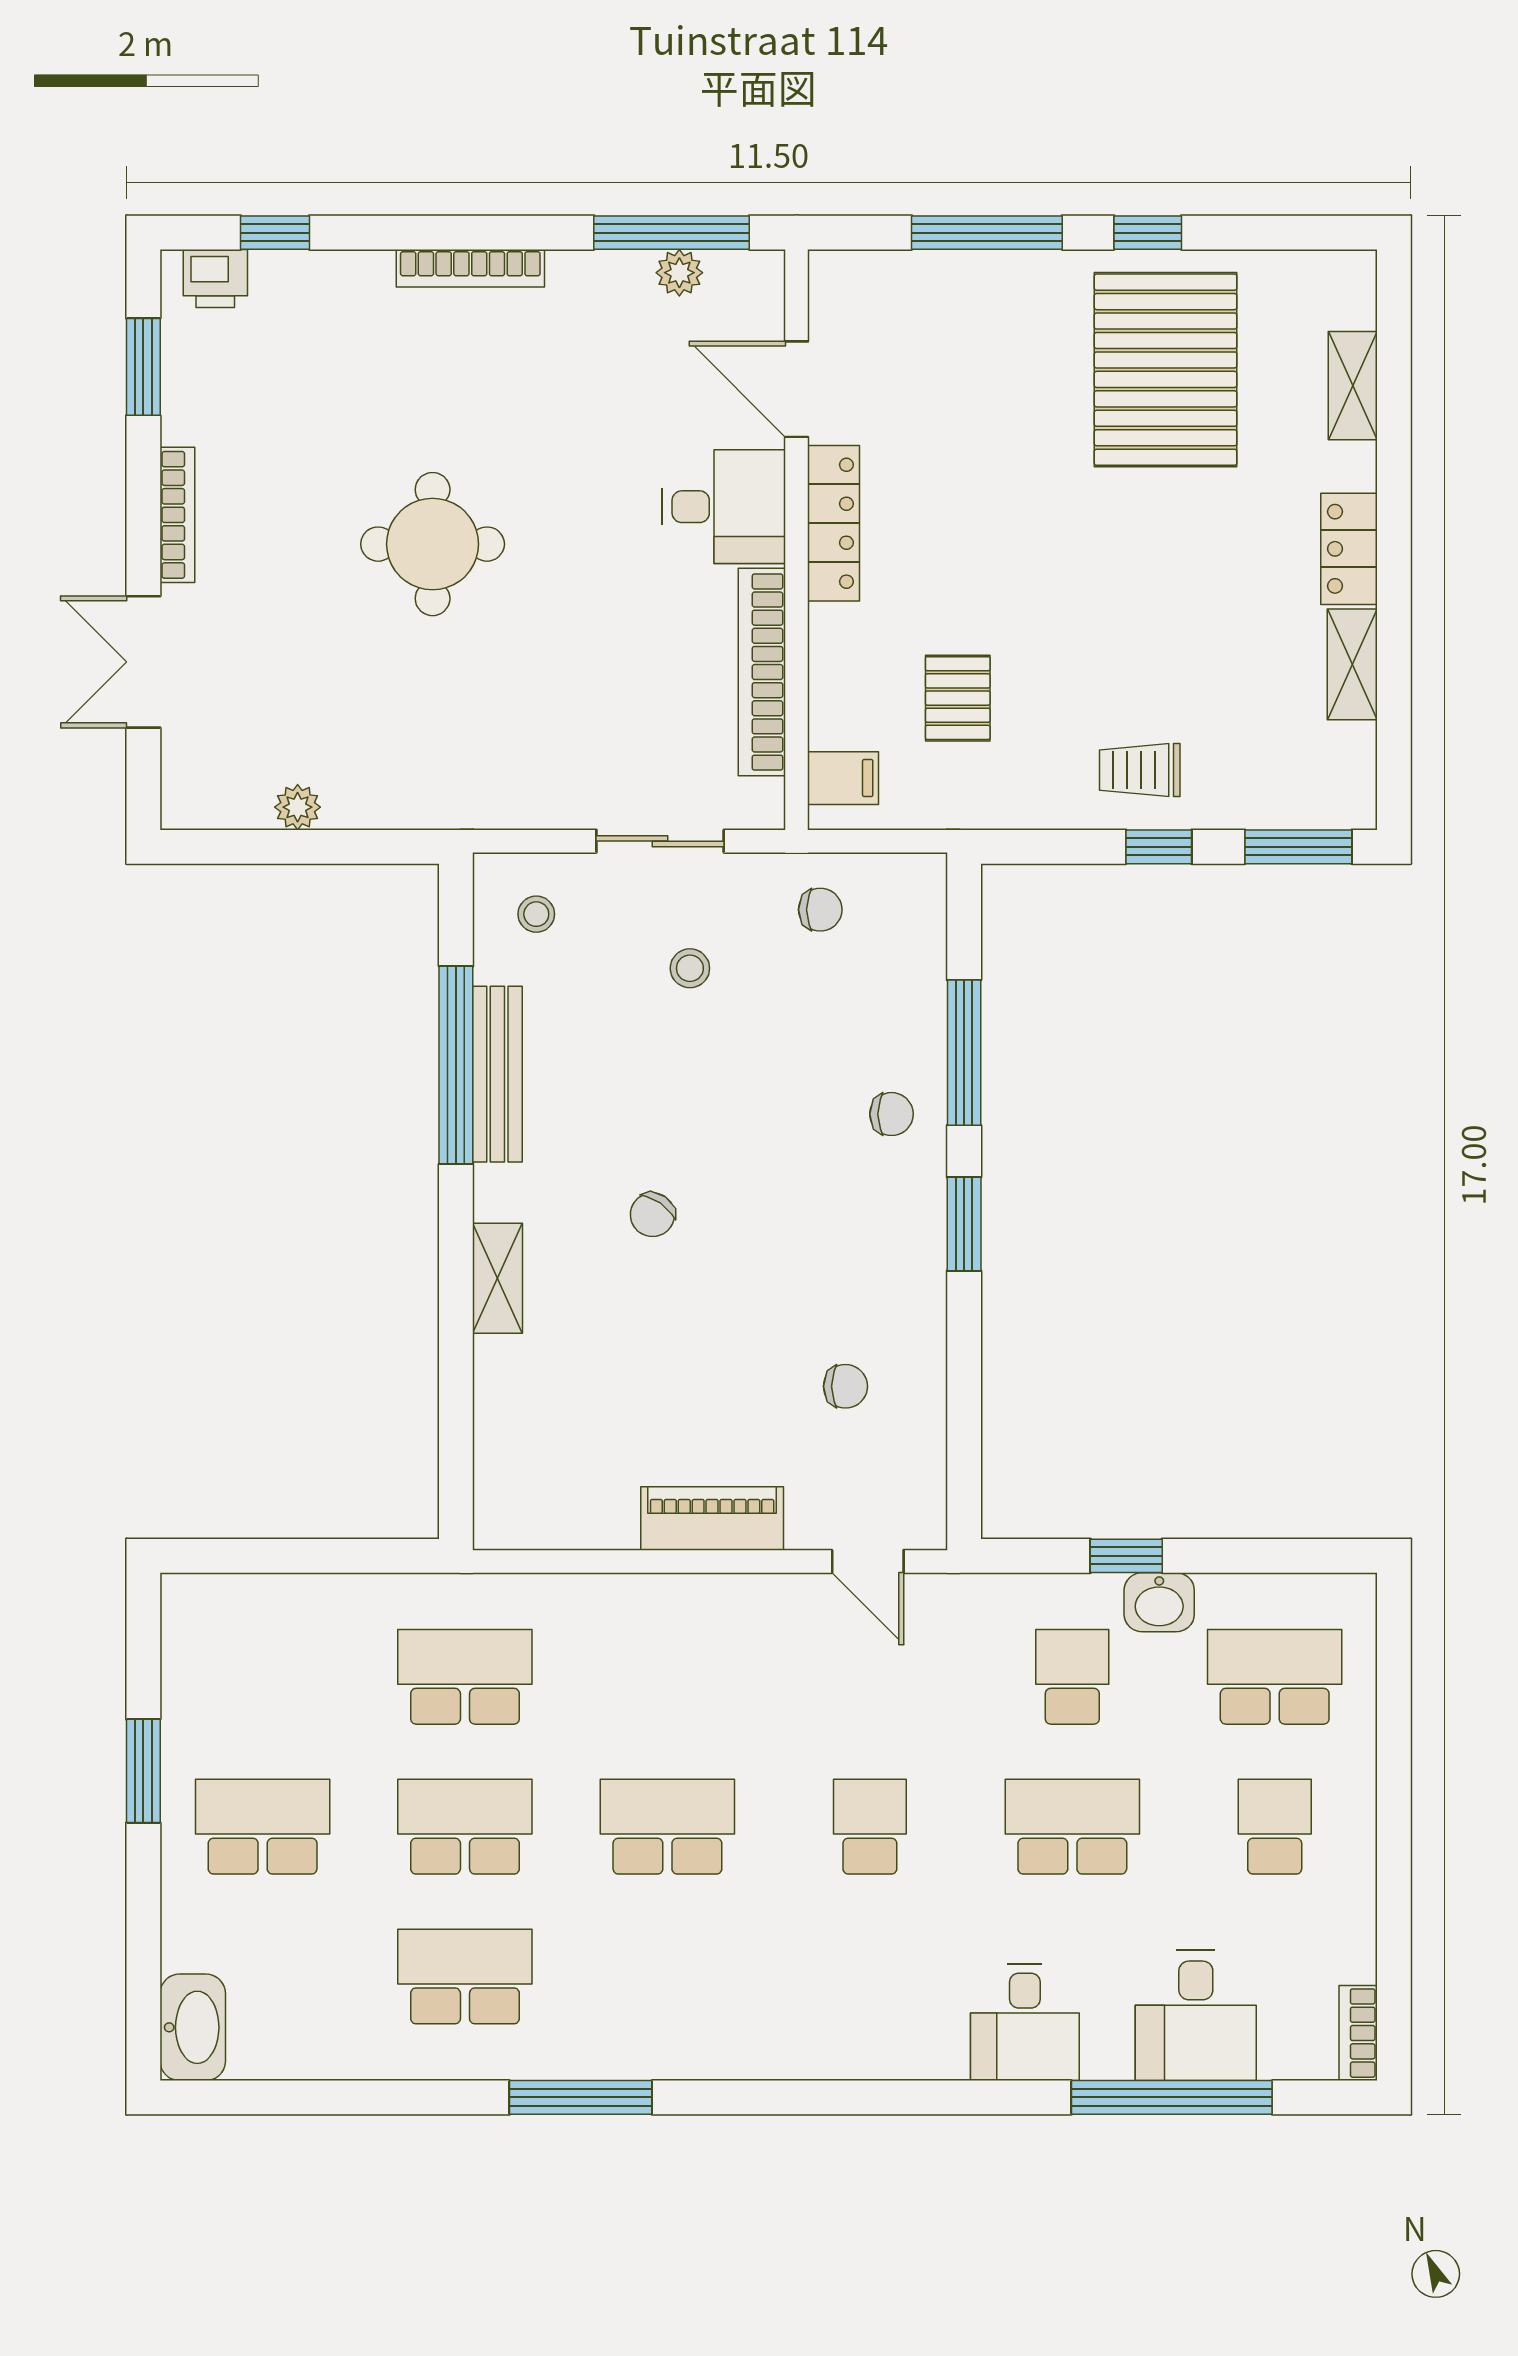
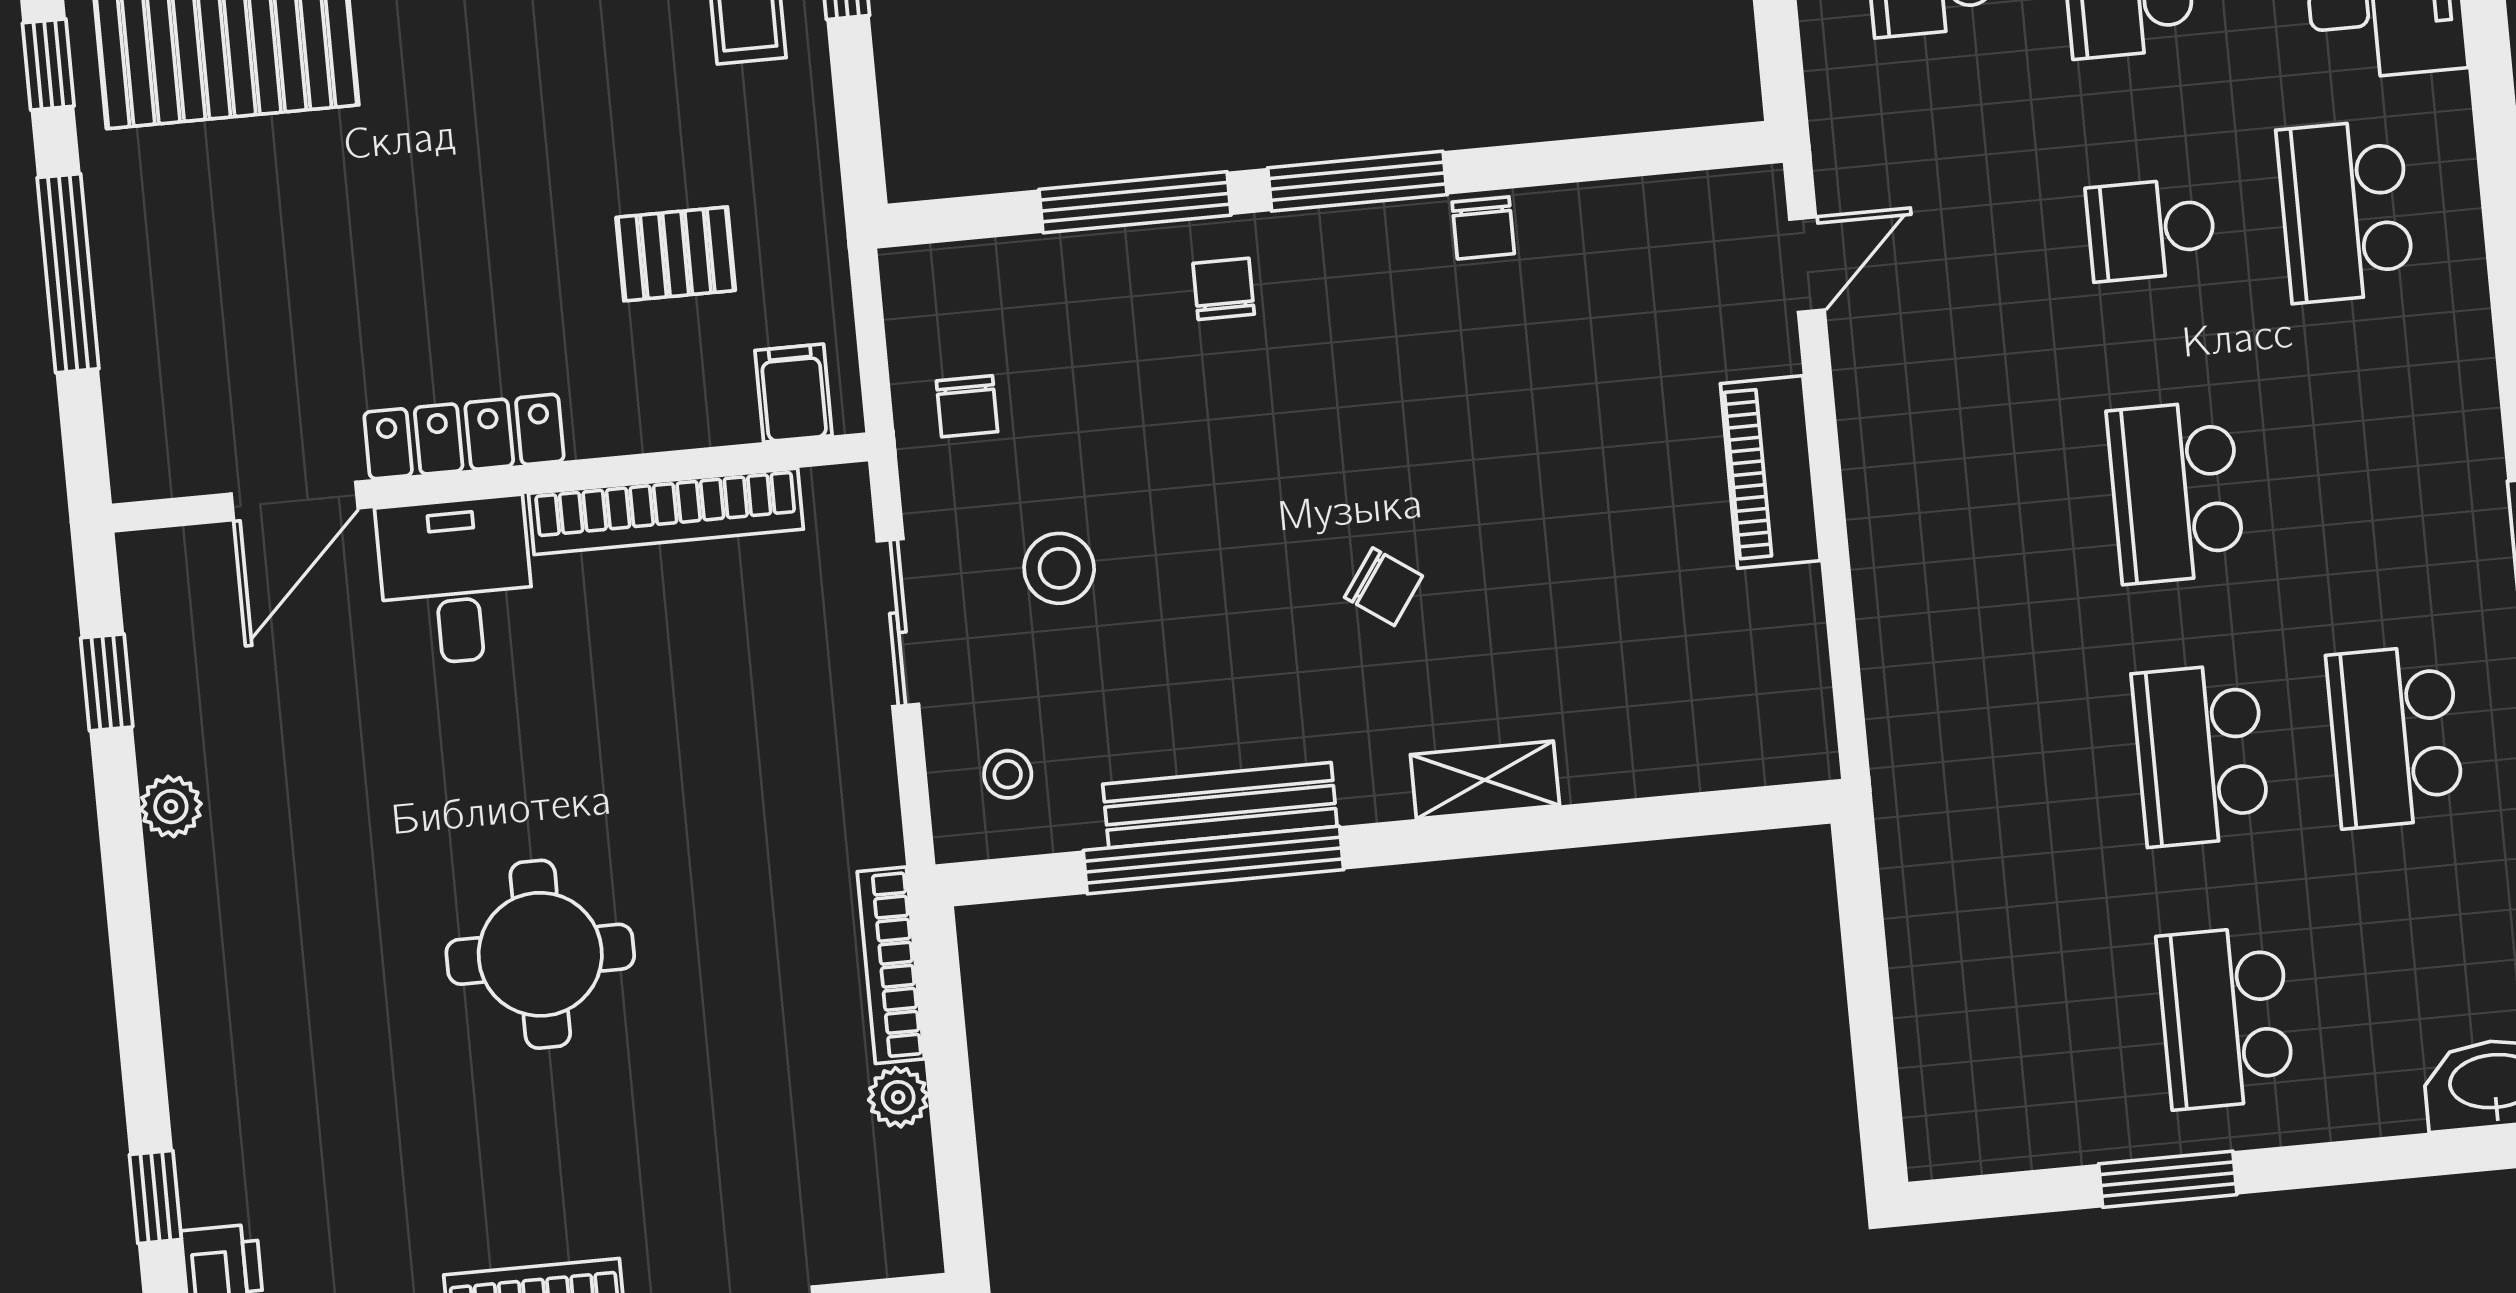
window: (672, 233) -> (107, 682), width x0.46
bookcase: (470, 268) -> (891, 965), moved, turned 180
plant: (679, 273) -> (171, 807), moved
chair: (820, 910) -> (967, 406), turned 180
stool: (690, 968) -> (1059, 568), width x1.37, depth x1.37
window: (964, 1224) -> (1357, 181), width x1.44
chair: (845, 1386) -> (1483, 228), moved, turned 180
school desk: (465, 1677) -> (2345, 211), moved

